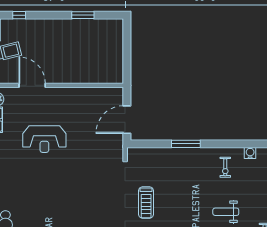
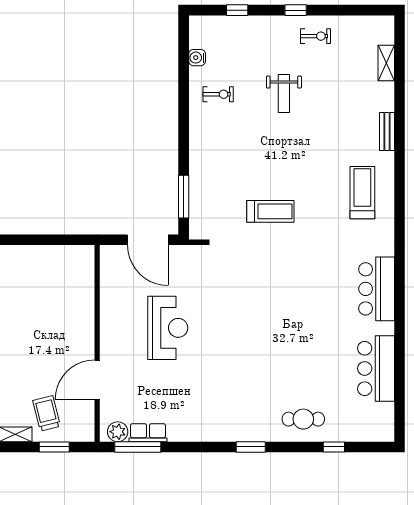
reception desk: (44, 139) -> (168, 328), moved
window: (186, 144) -> (184, 197), moved

